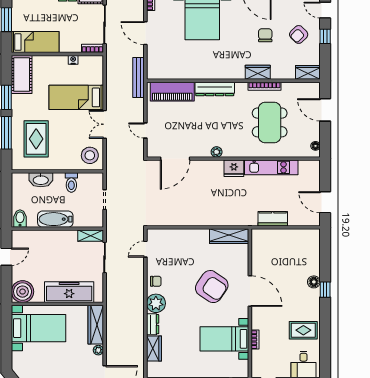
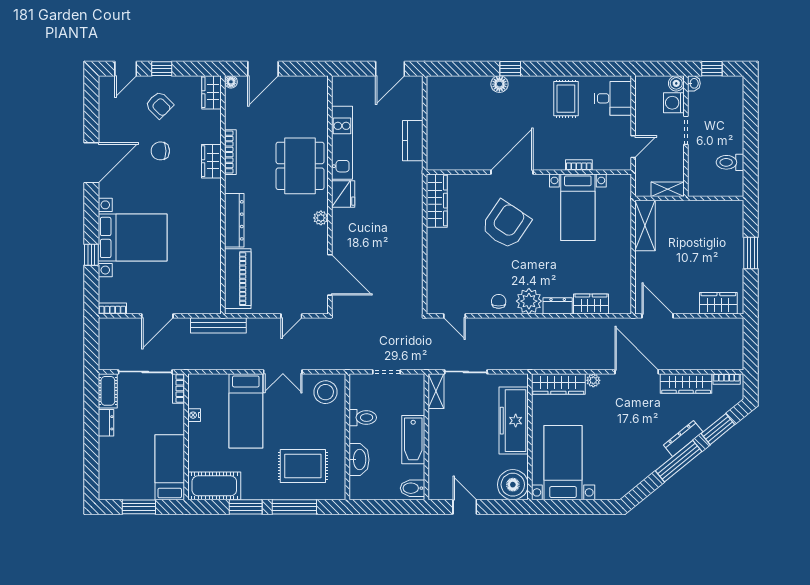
dining table: (270, 122) -> (300, 166), moved, turned 90
floor lamp: (315, 146) -> (231, 82), moved

